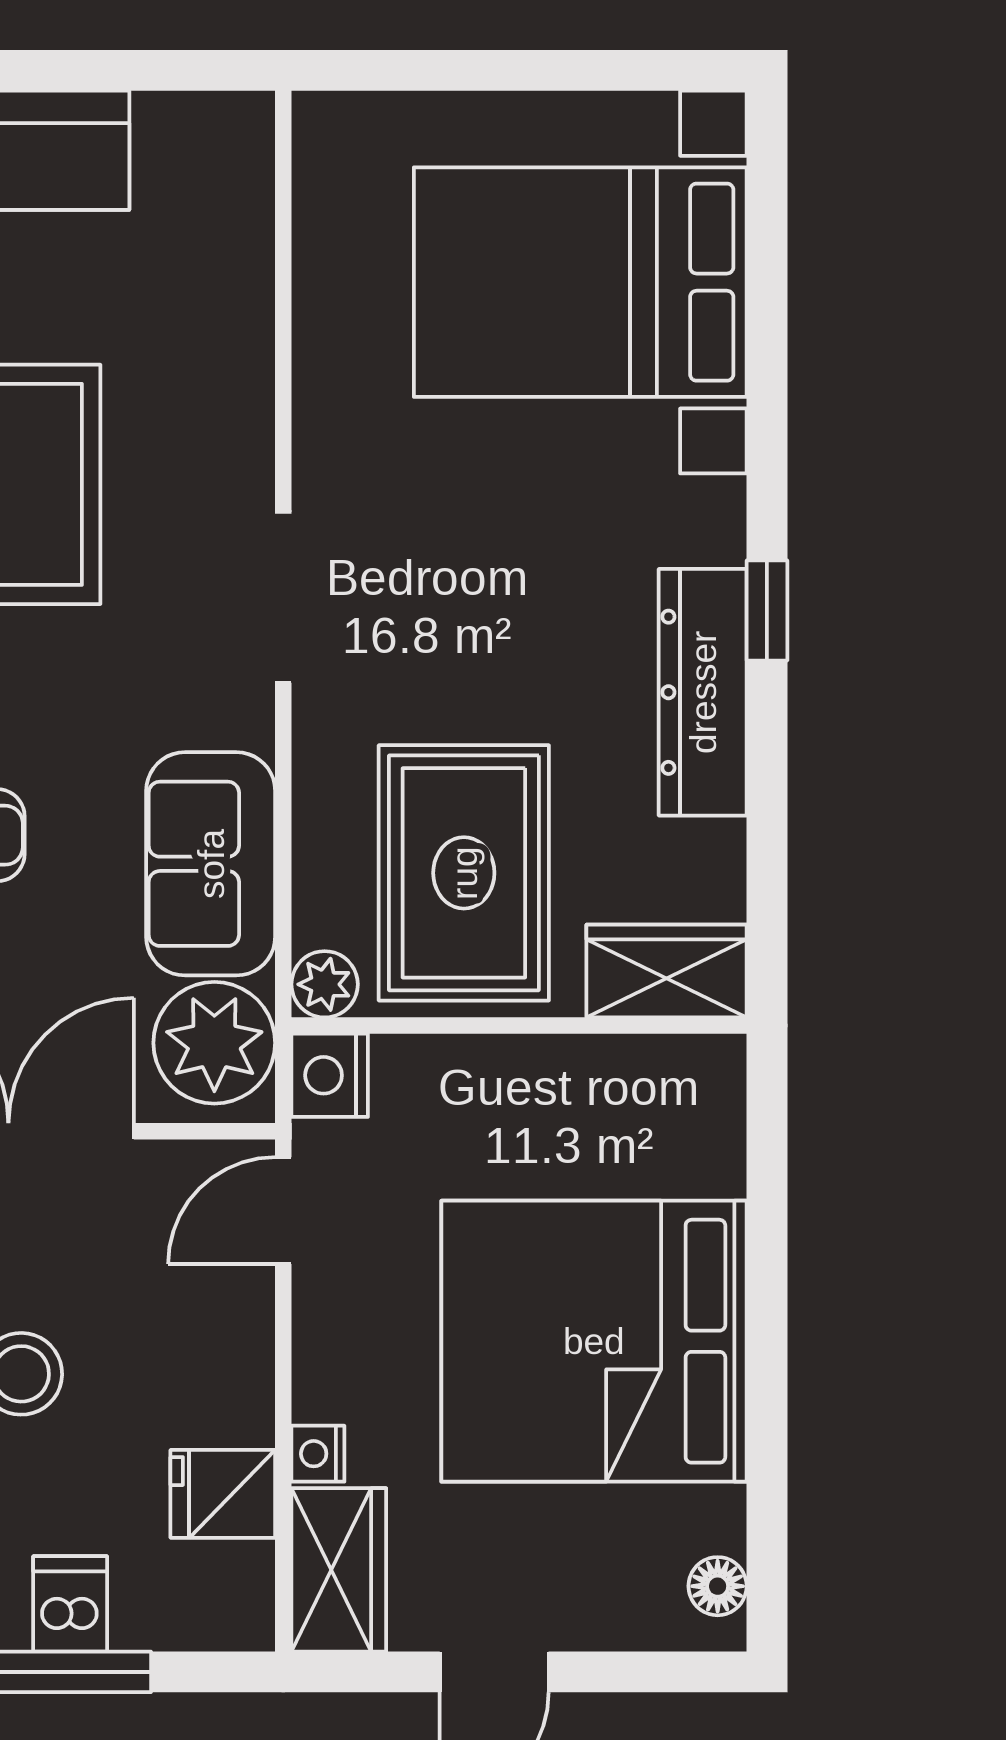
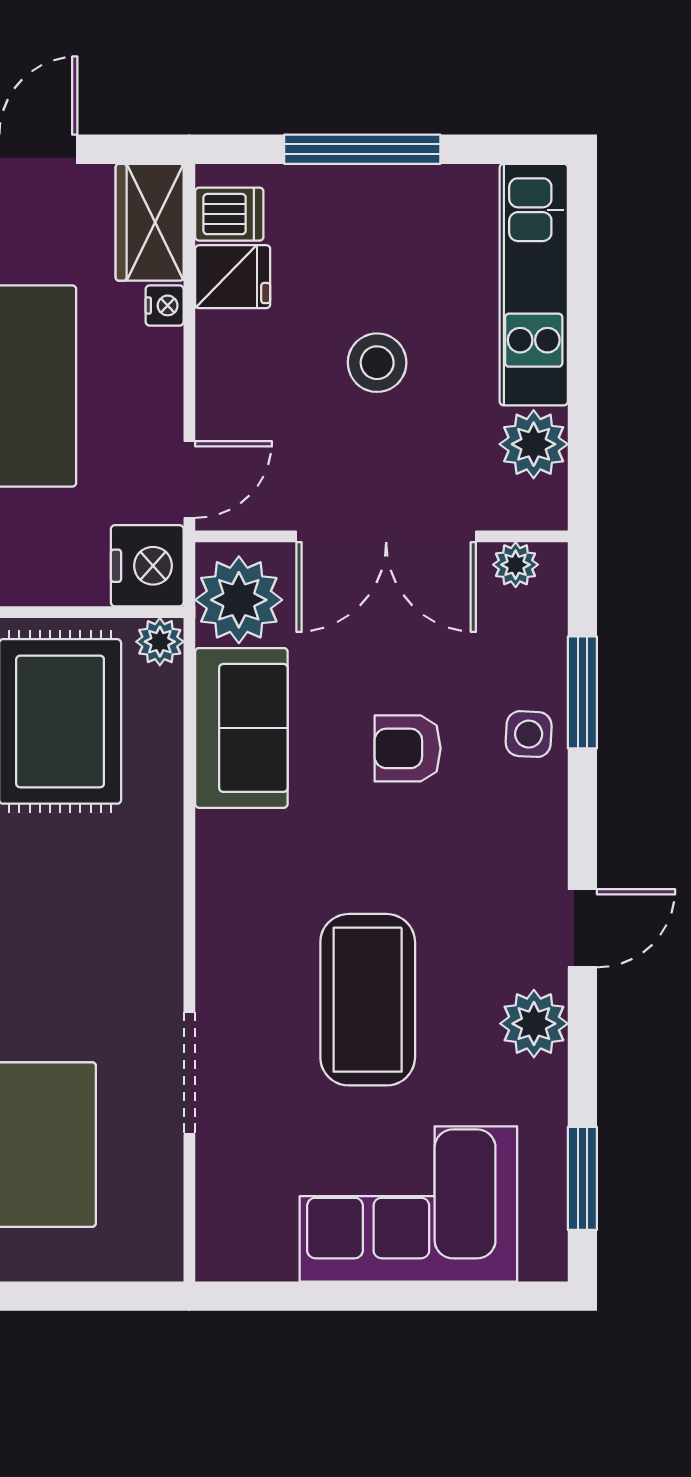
doorway: (283, 597) -> (189, 1073), moved
nightstand: (330, 1075) -> (147, 566), width x1.36, depth x1.33
dishwasher: (70, 1604) -> (229, 214), moved, turned -90

